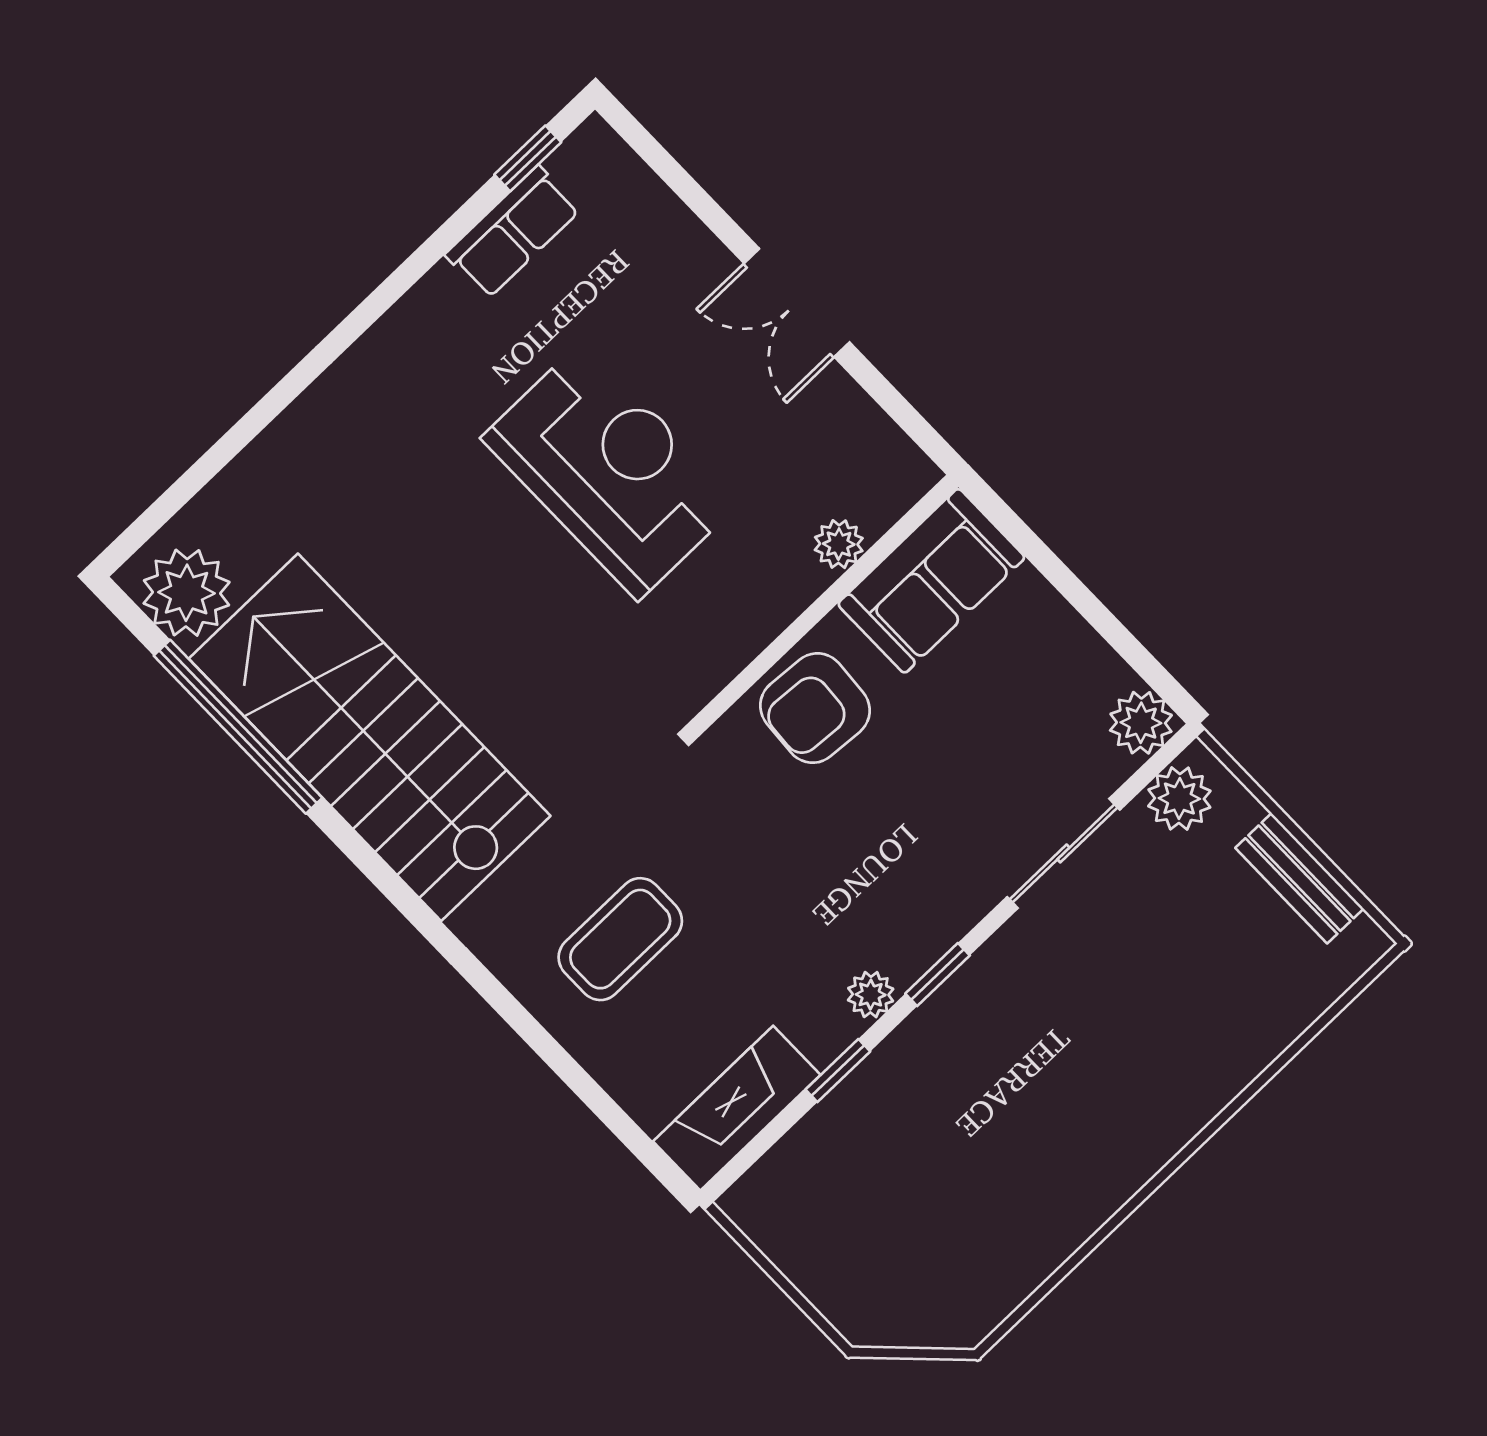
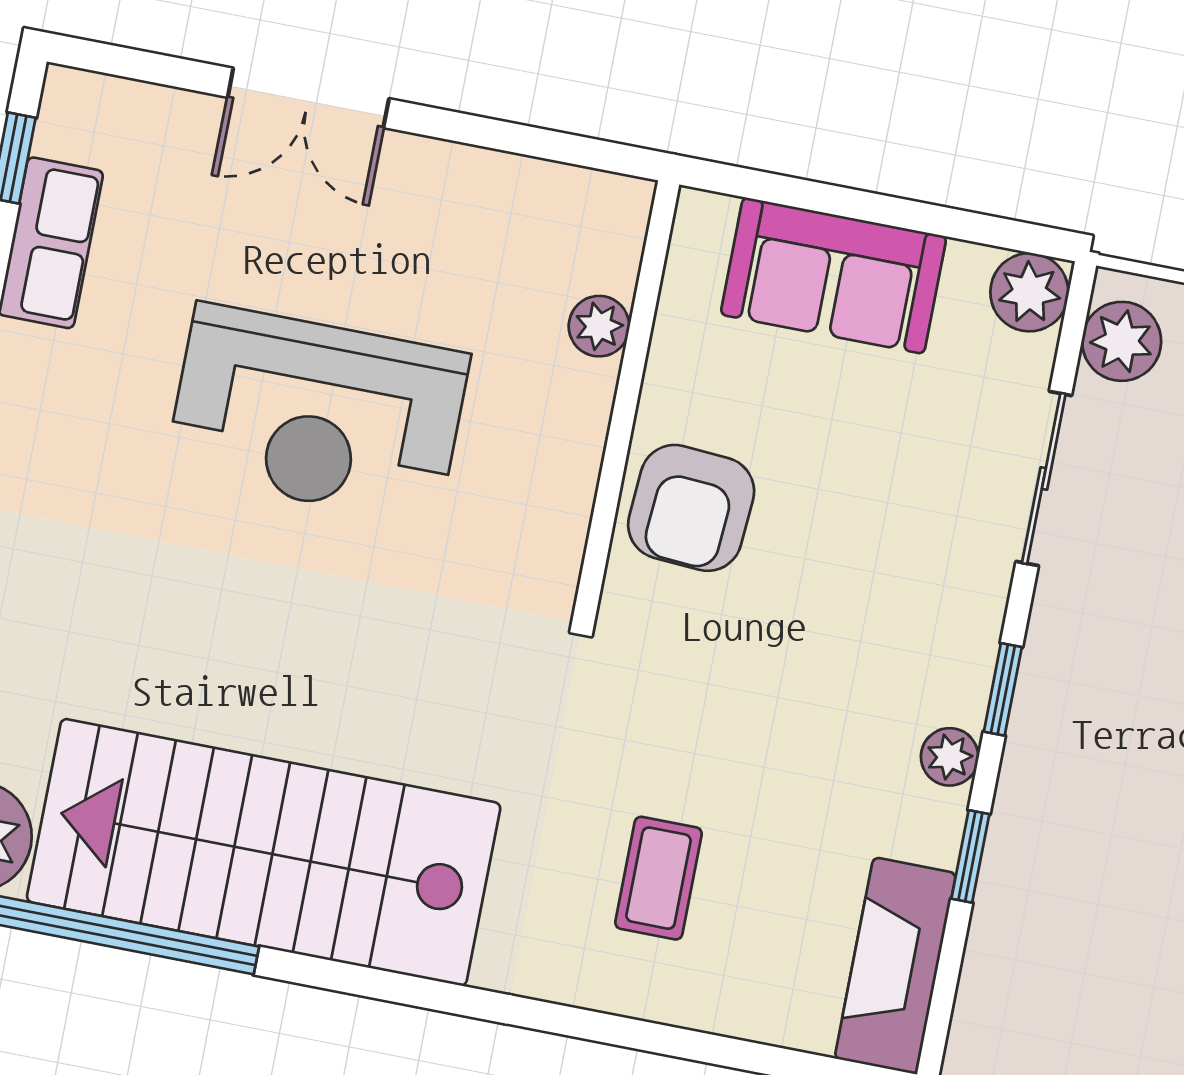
double door: (797, 303) -> (308, 98), moved
reception desk: (610, 470) -> (317, 414), turned 180
sofa: (931, 581) -> (834, 275), moved, turned 90
coffee table: (620, 939) -> (659, 878), width x0.73, depth x0.77

